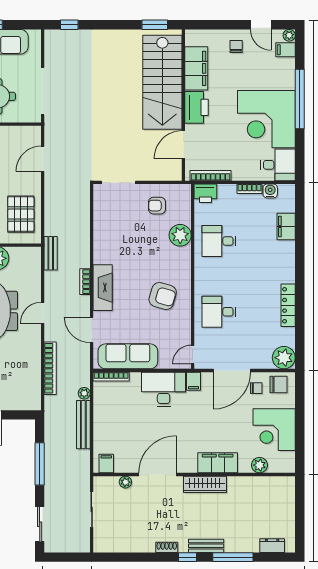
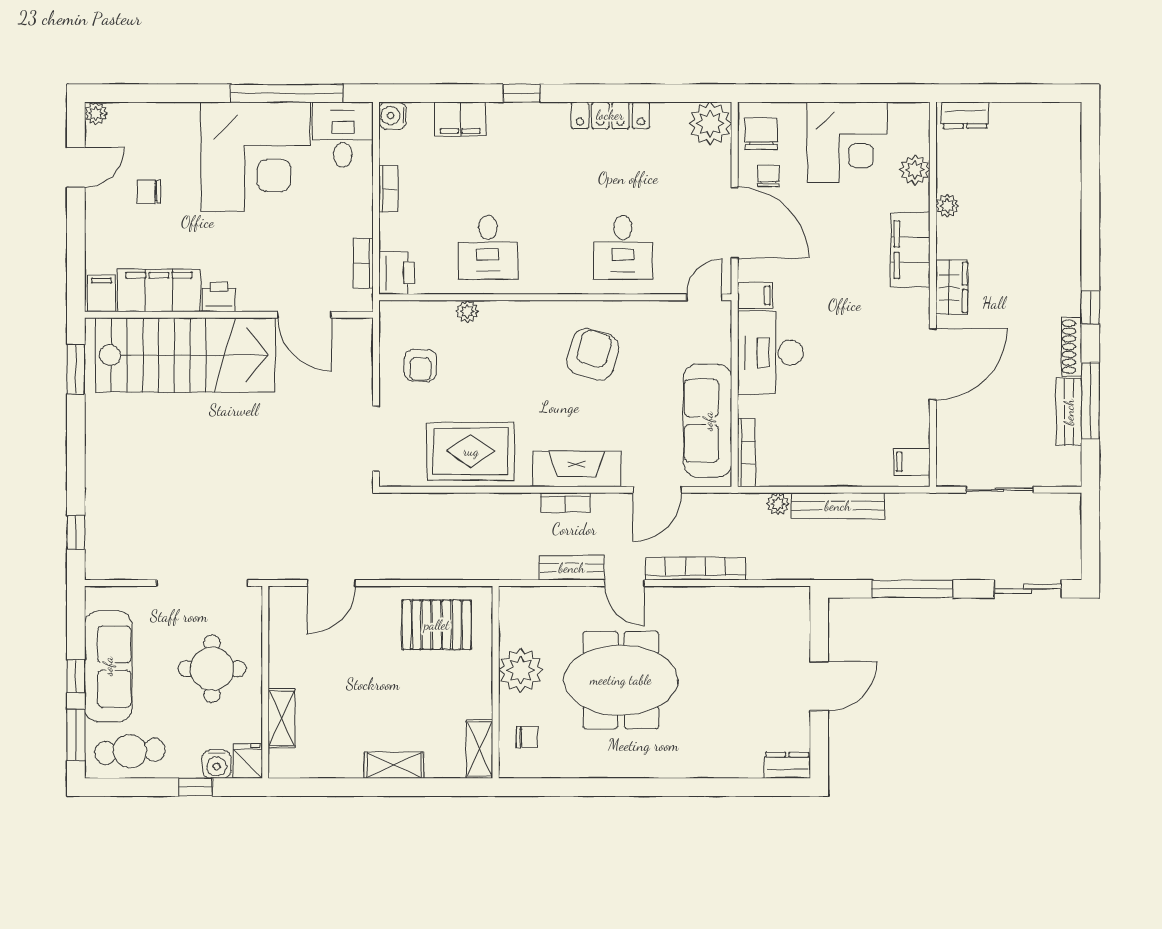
chair: (236, 46) -> (149, 192), moved
filing cabinet: (285, 50) -> (101, 293), moved, turned 180
window: (300, 99) -> (287, 93), moved
printer: (197, 107) -> (219, 297), width x0.53, depth x0.68
door: (43, 159) -> (331, 583), hinge flipped
bookcase: (211, 176) -> (363, 263), width x0.64
water cooler: (270, 191) -> (393, 116), moved
rug: (112, 232) -> (471, 451), added
plant: (180, 235) -> (467, 311), width x0.53, depth x0.53
bench: (51, 253) -> (572, 568), moved
window: (300, 259) -> (522, 93), added
door: (193, 355) -> (704, 297), swing flipped
bookcase: (50, 368) -> (696, 569), moved
door: (158, 475) -> (933, 364), swing flipped
plant: (125, 482) -> (947, 206), moved
wardrobe: (205, 484) -> (952, 287), width x0.67
bench: (206, 546) -> (1069, 412), moved
dresser: (272, 546) -> (965, 115), moved, turned -90
shoe rack: (167, 547) -> (1072, 347), width x1.43
window: (233, 557) -> (1090, 401), moved

